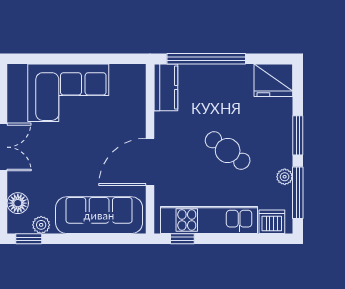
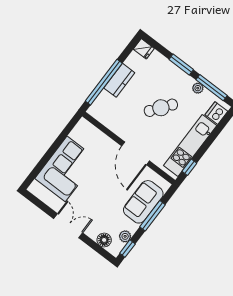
fridge: (273, 80) -> (144, 49), width x0.53, depth x0.75
kitchen counter: (166, 87) -> (119, 80), moved, turned 90
sofa: (99, 215) -> (143, 202), width x0.73
window: (91, 239) -> (152, 216), added

